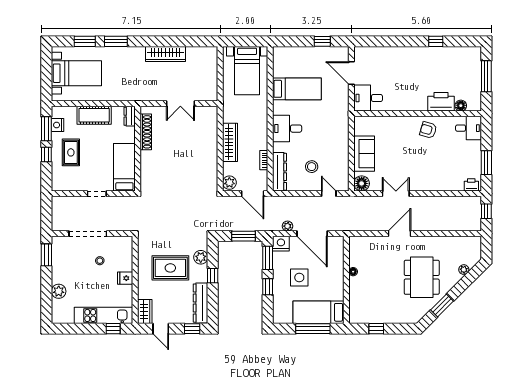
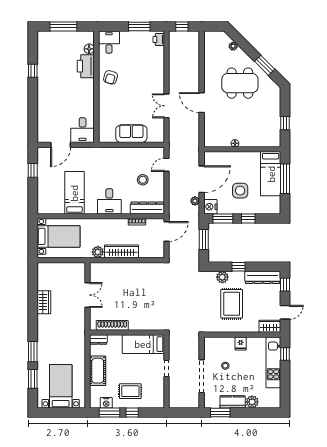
wardrobe: (165, 54) -> (44, 302), width x0.67
plant: (229, 183) -> (98, 252), moved
floor lamp: (362, 183) -> (158, 136), removed
kitchen counter: (59, 269) -> (233, 402), added

